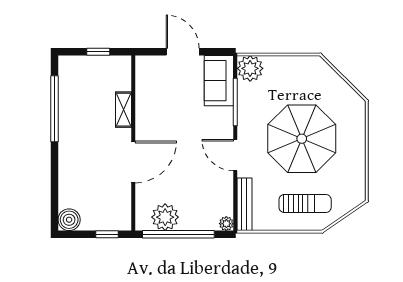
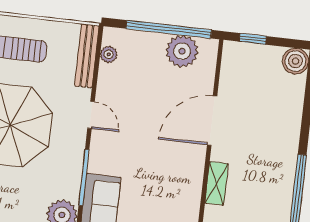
door: (235, 155) -> (91, 115), width x0.73
plant: (226, 224) -> (109, 54), moved

